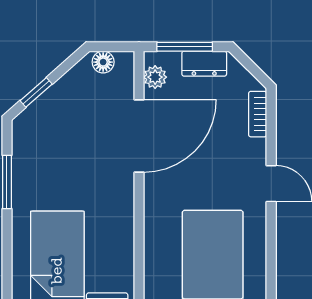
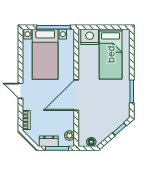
door: (139, 136) -> (76, 95), moved

